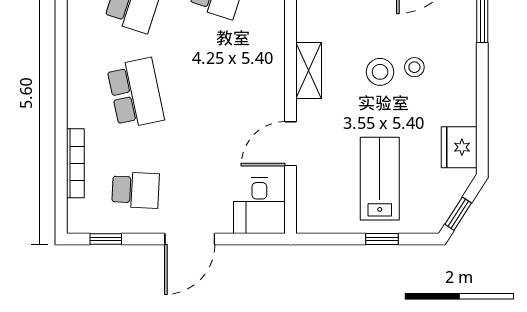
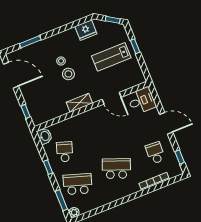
school desk: (136, 93) -> (116, 169), turned 33

